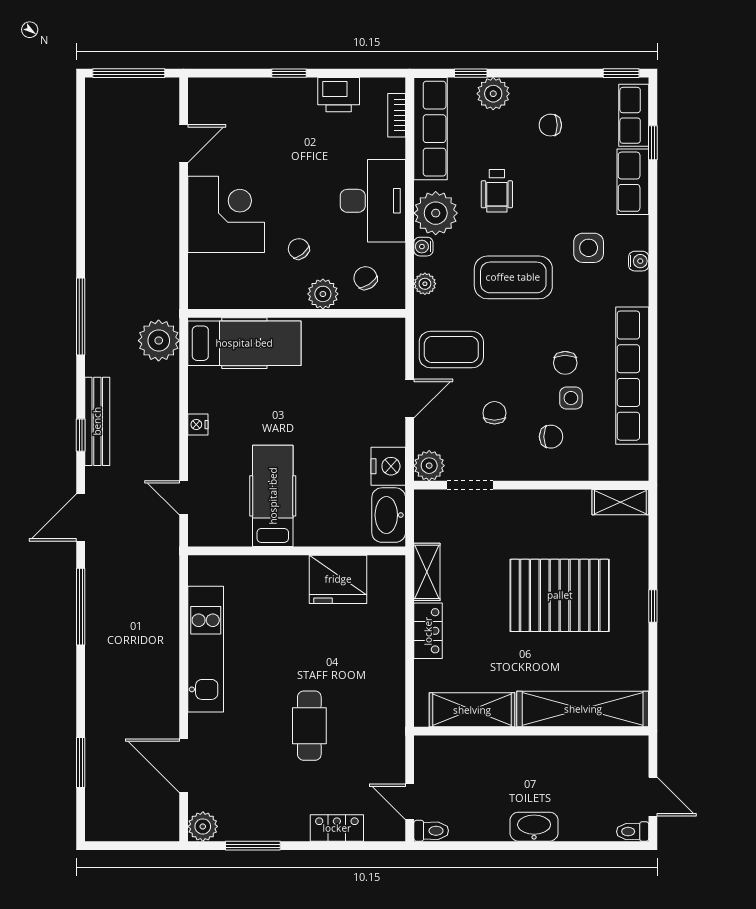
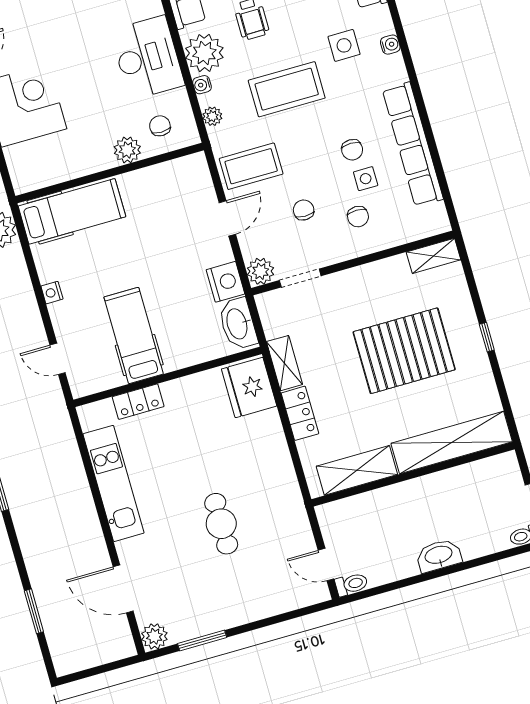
chair: (299, 249) -> (95, 117), removed
chair: (365, 278) -> (160, 126), turned 33
chair: (551, 437) -> (358, 217), turned 90
fridge: (338, 579) -> (249, 388), moved, turned 90
locker: (337, 828) -> (138, 402), moved, turned 180

